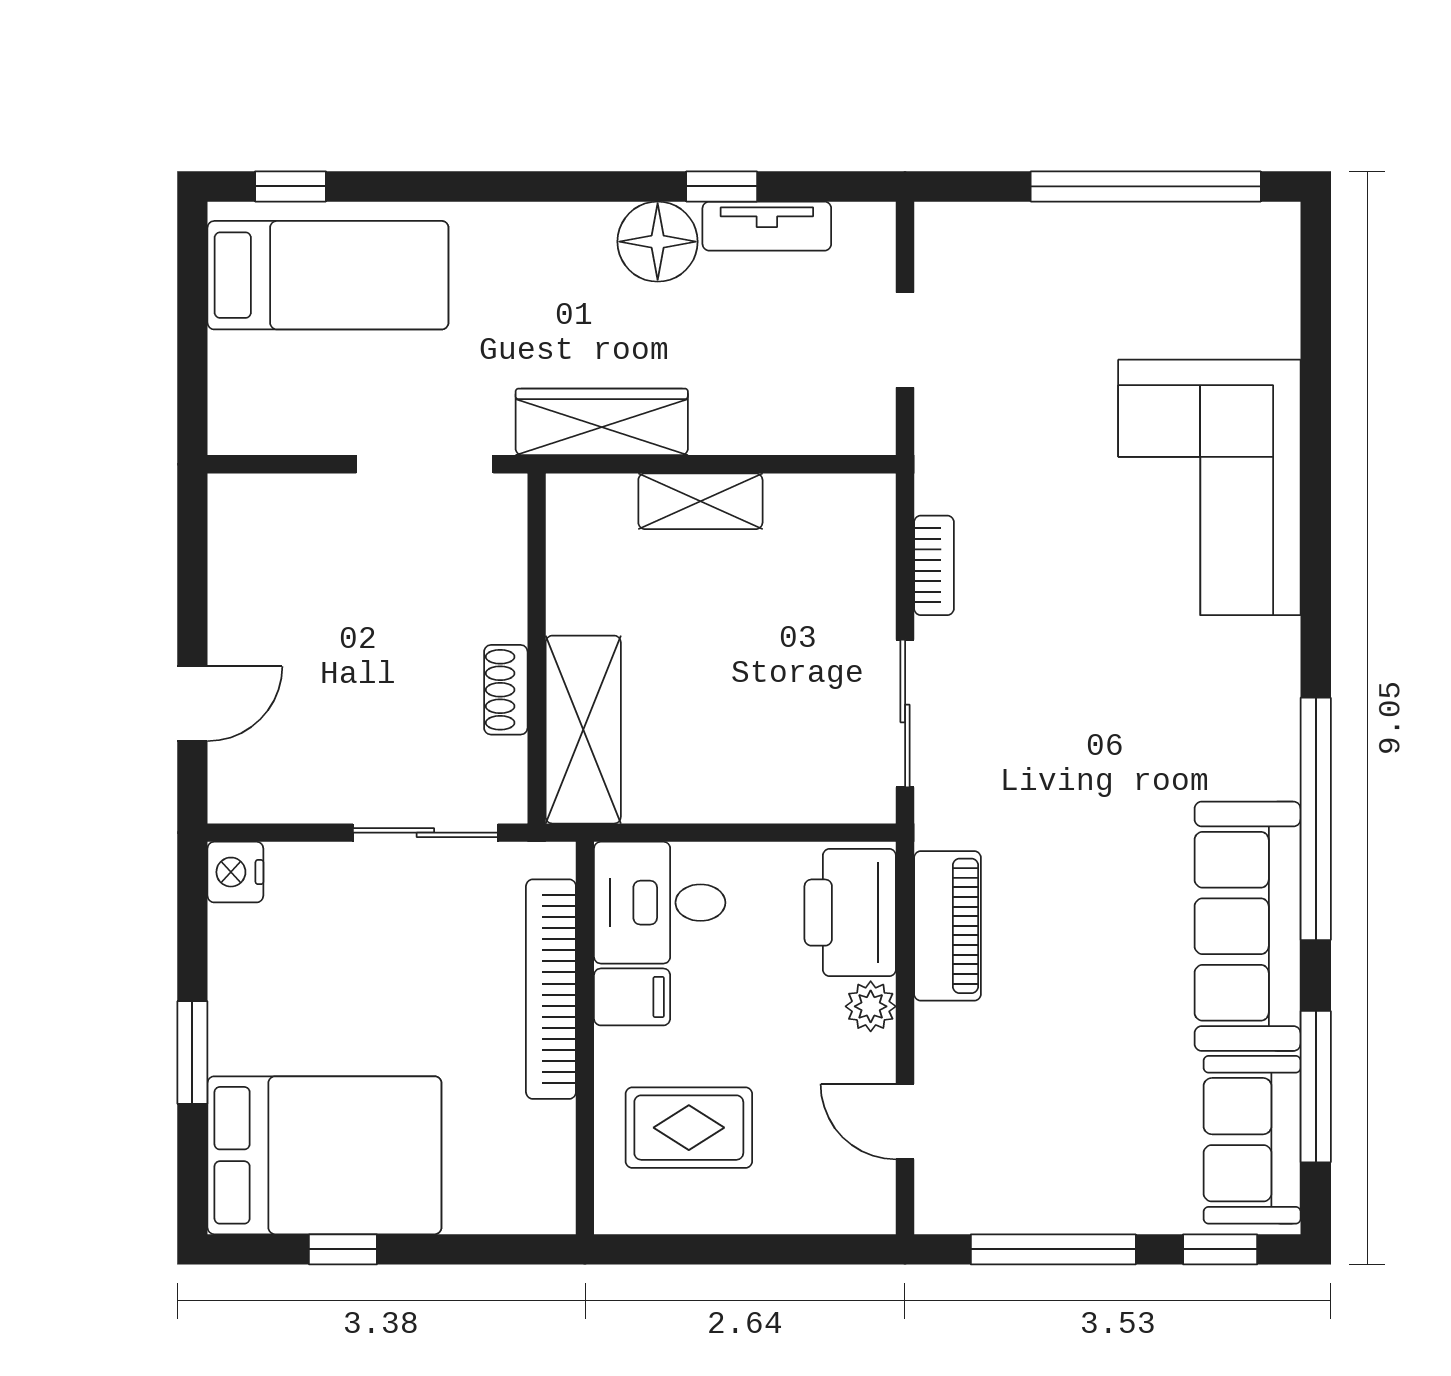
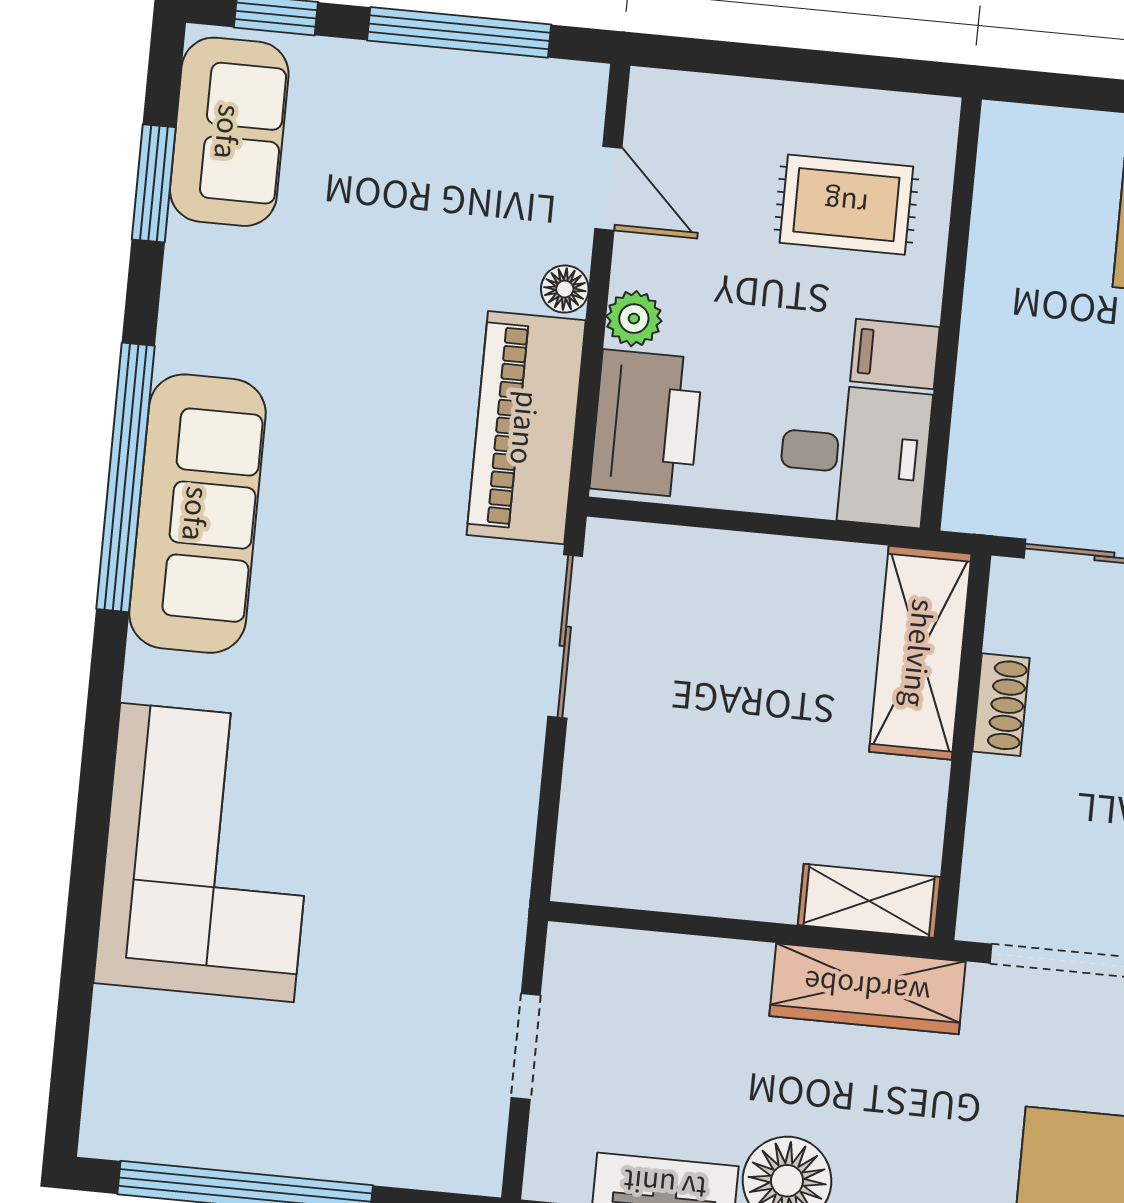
shelving: (700, 501) -> (869, 901), moved
bookcase: (934, 565) -> (518, 796), removed
piano: (947, 926) -> (526, 428), width x1.37, depth x1.33
sofa: (1248, 926) -> (197, 514), moved
bookcase: (551, 989) -> (983, 371), removed
floor lamp: (936, 1027) -> (565, 289), added
window: (1316, 1087) -> (154, 183), width x0.69

